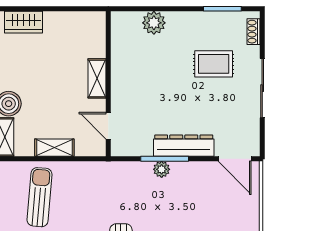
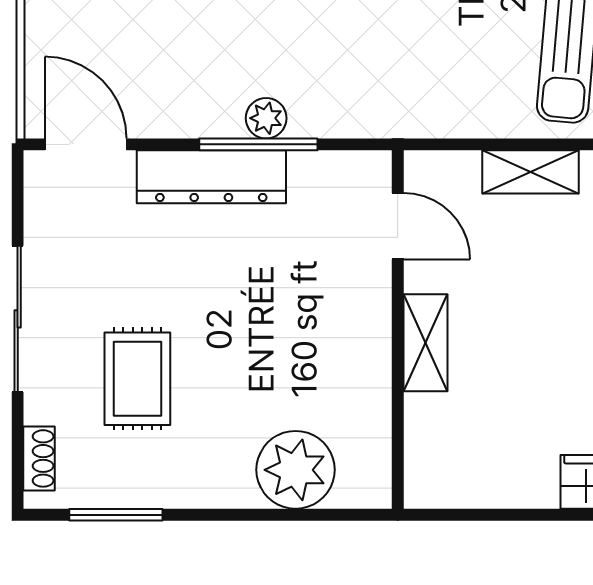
plant: (154, 23) -> (296, 470), width x1.36, depth x1.36
rug: (214, 64) -> (137, 379), turned 90

